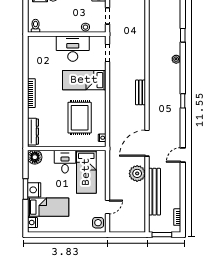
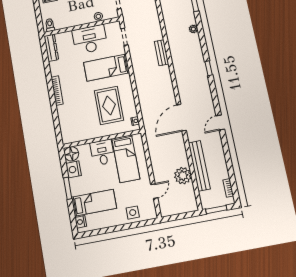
bench: (141, 92) -> (162, 53), moved
dresser: (33, 132) -> (51, 48), moved
plant: (137, 173) -> (183, 176), moved
nightstand: (34, 190) -> (73, 169), moved
side table: (98, 223) -> (133, 213), moved

